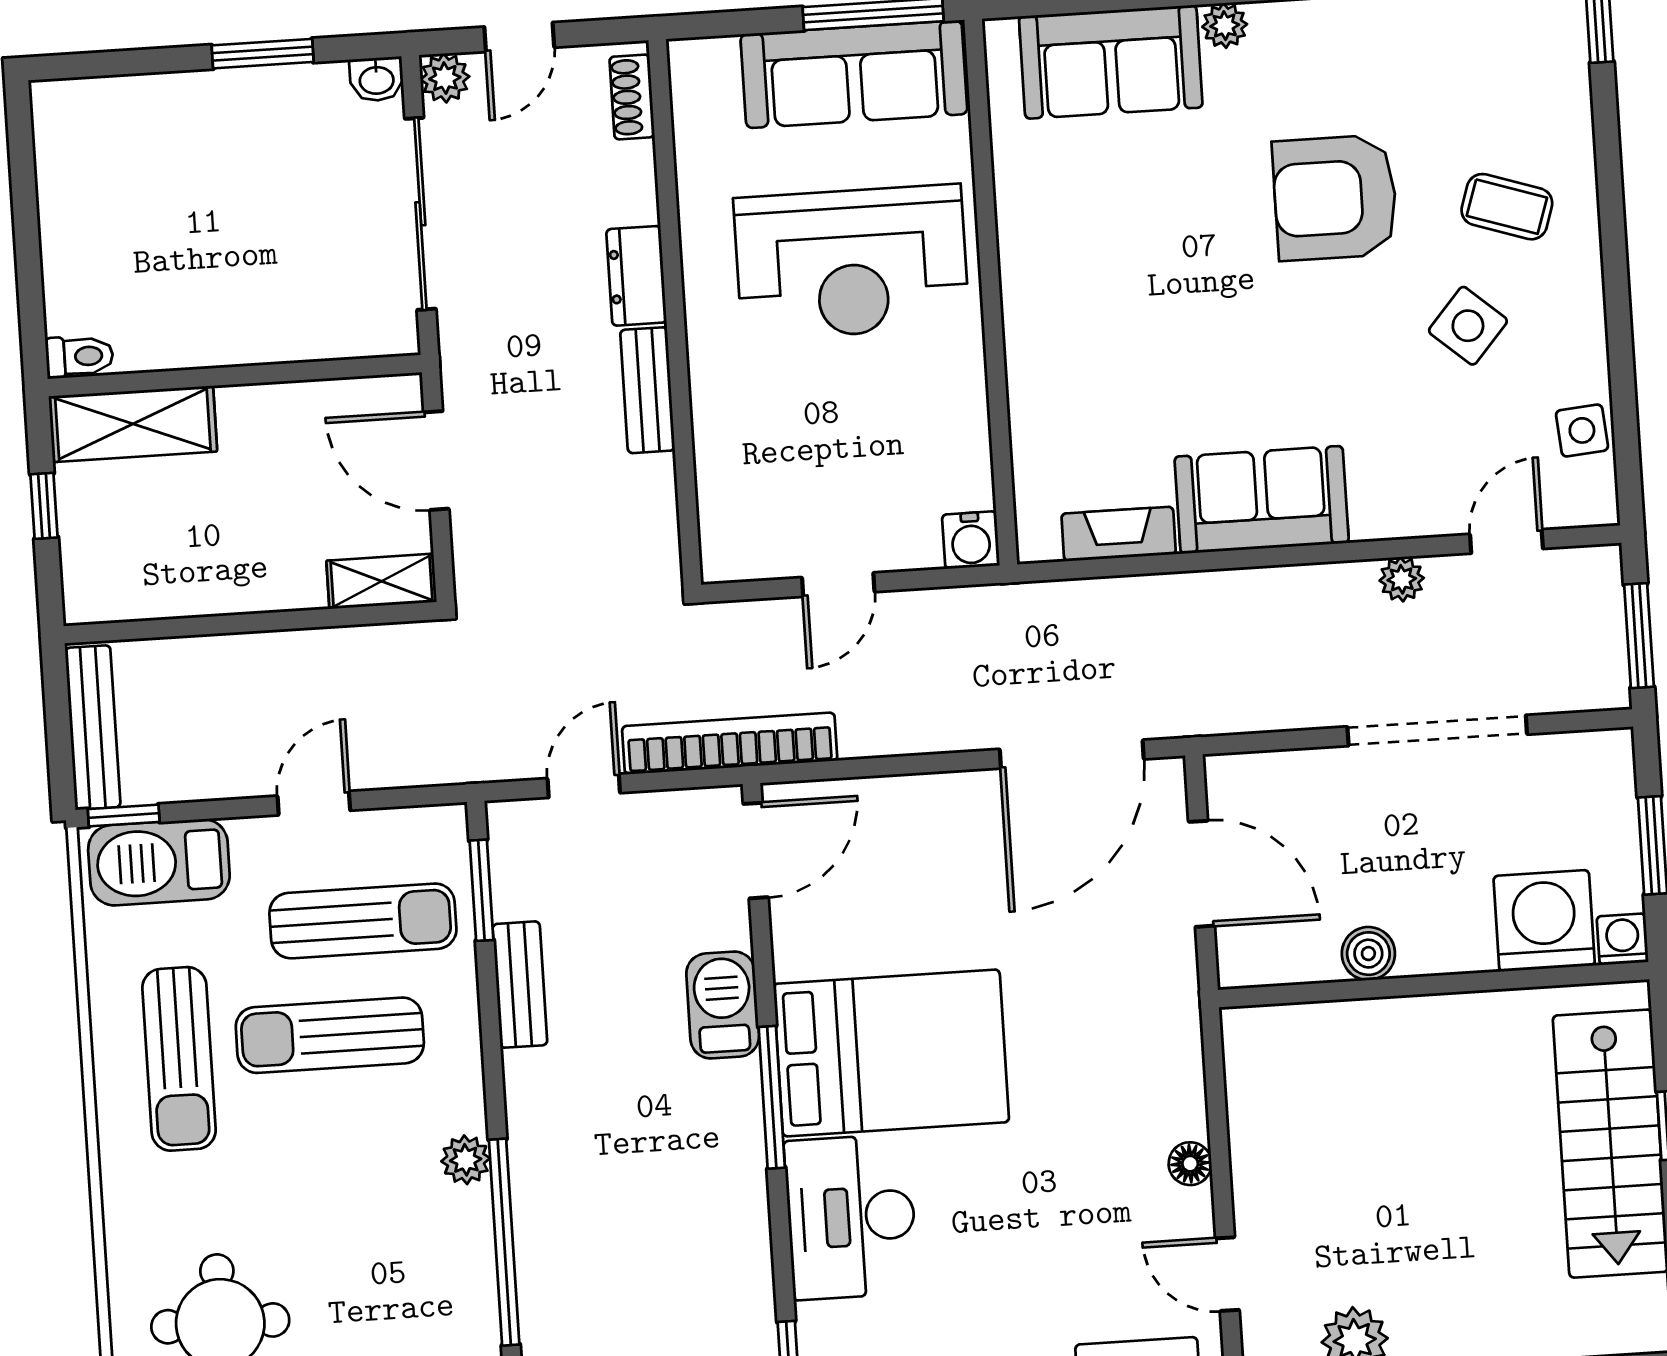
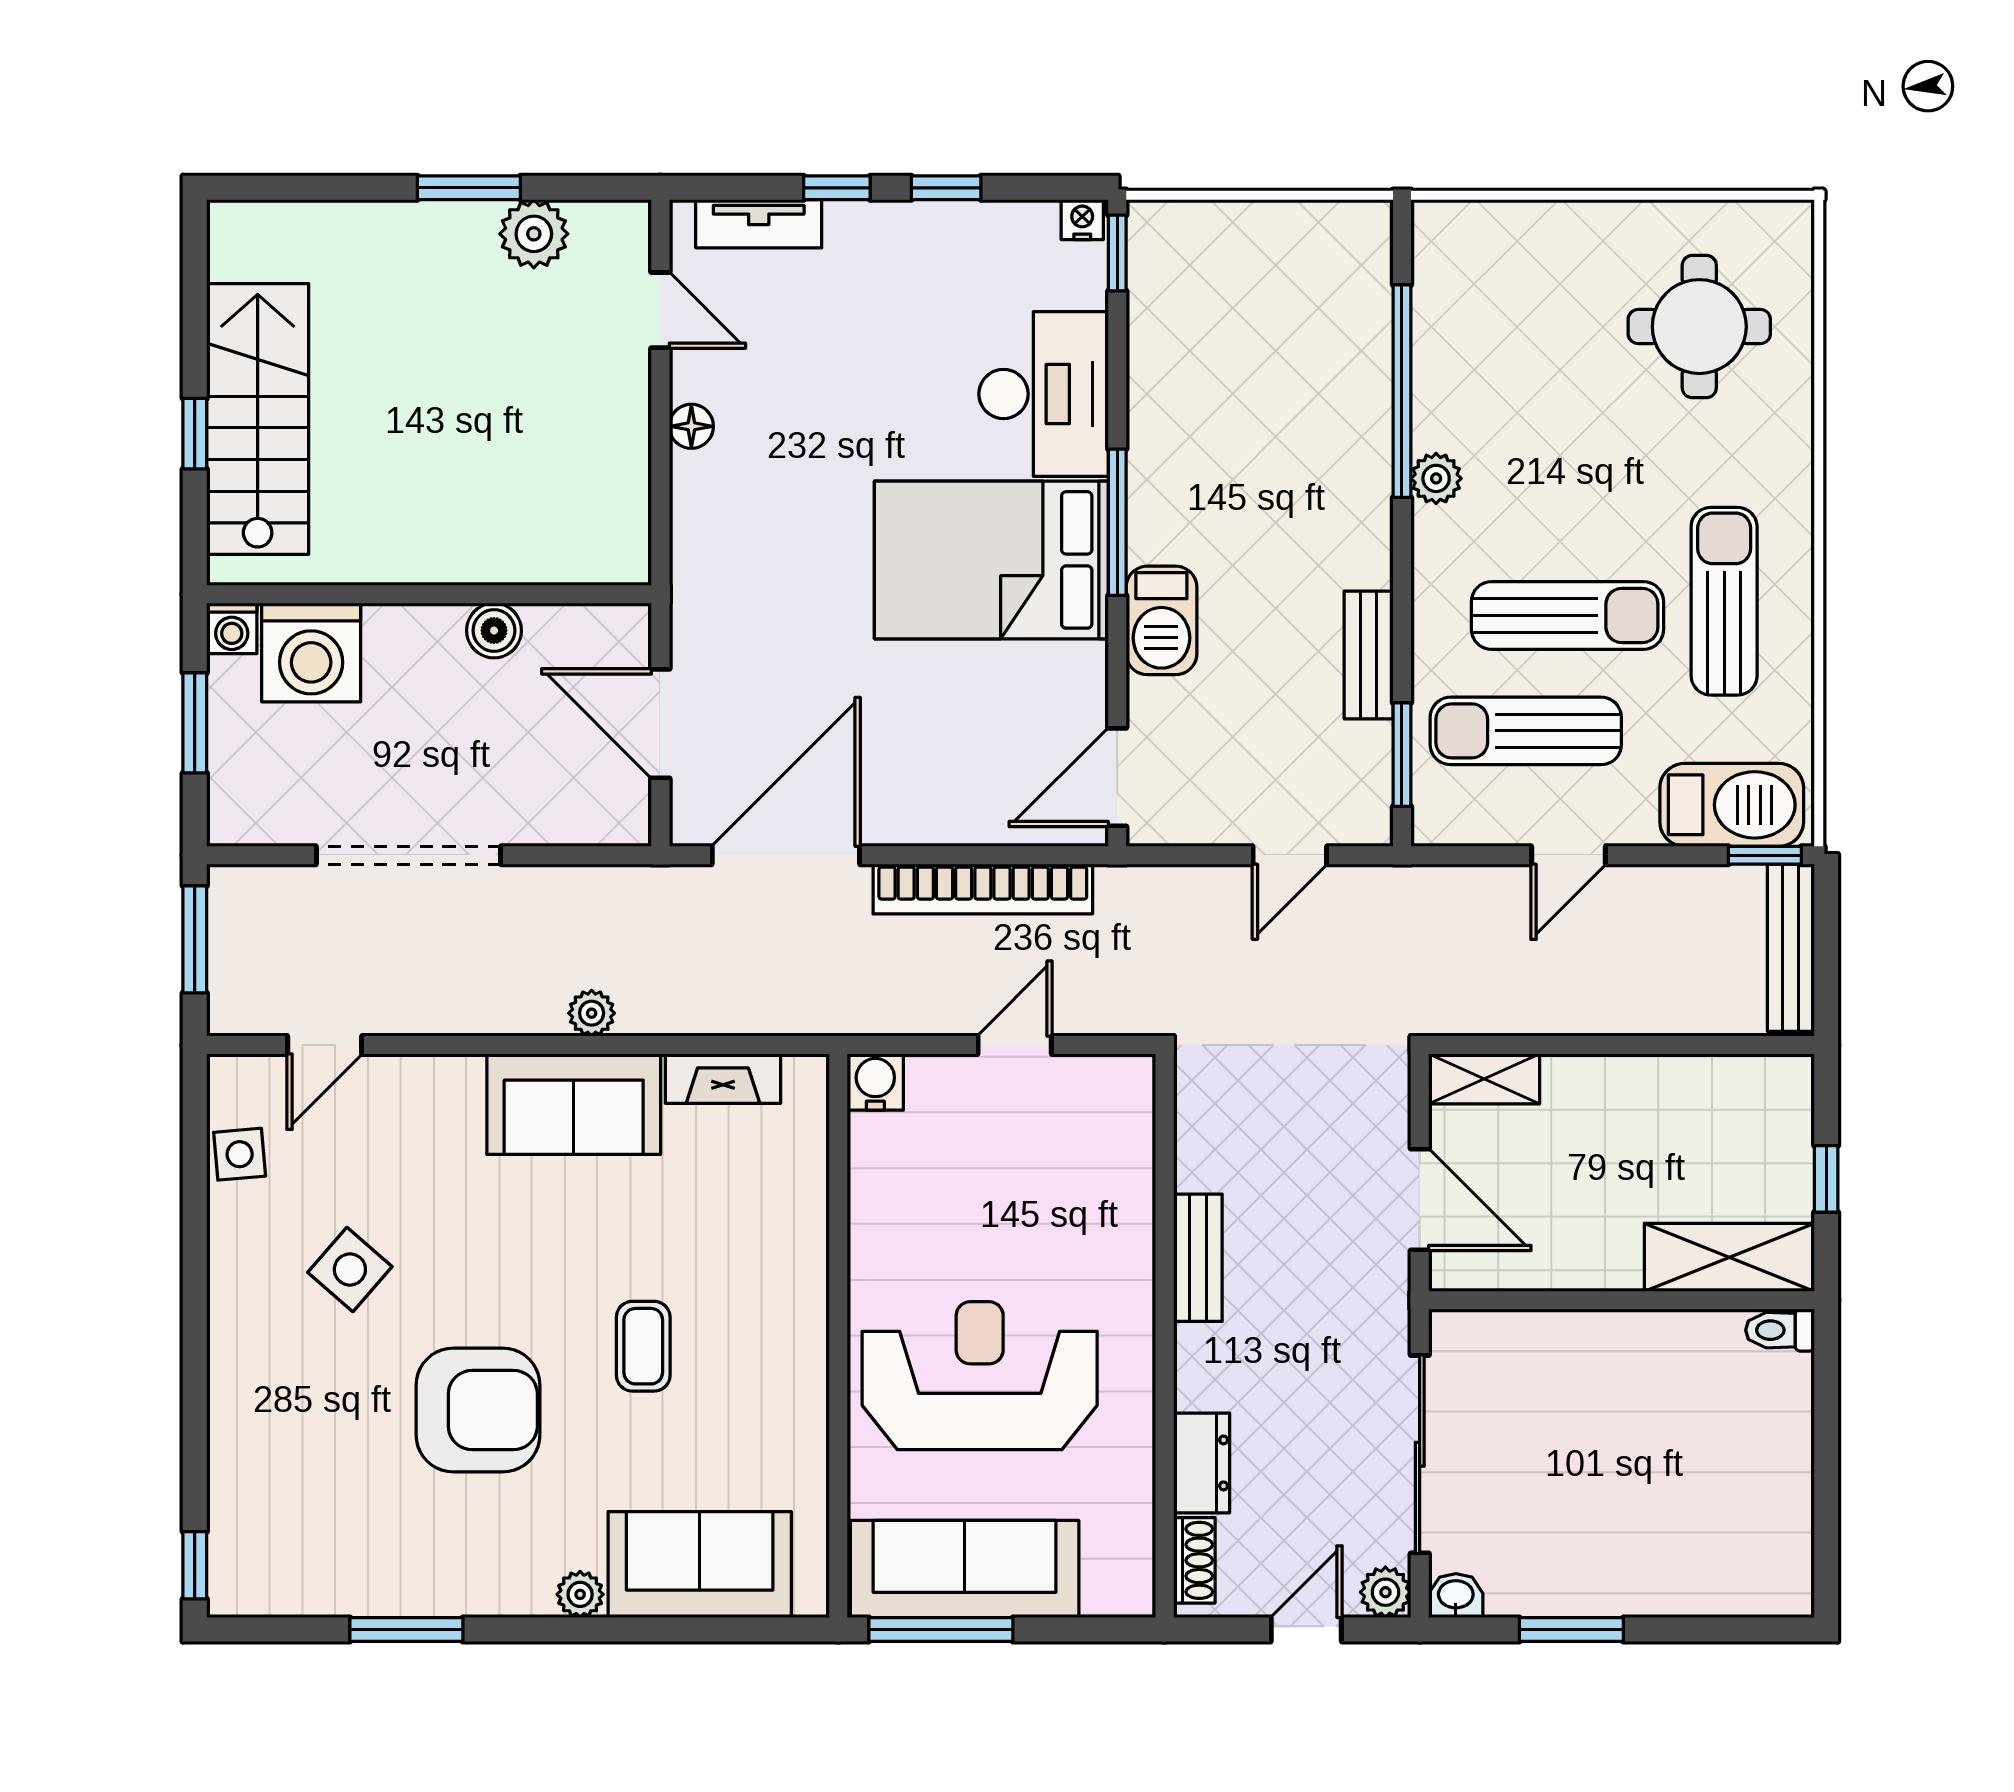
coffee table: (1507, 207) -> (643, 1346), moved, turned 72
dresser: (636, 276) -> (1202, 1463), moved
plant: (1402, 579) -> (592, 1013), moved
bookcase: (730, 743) -> (983, 889), moved

